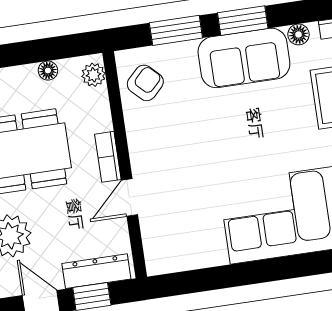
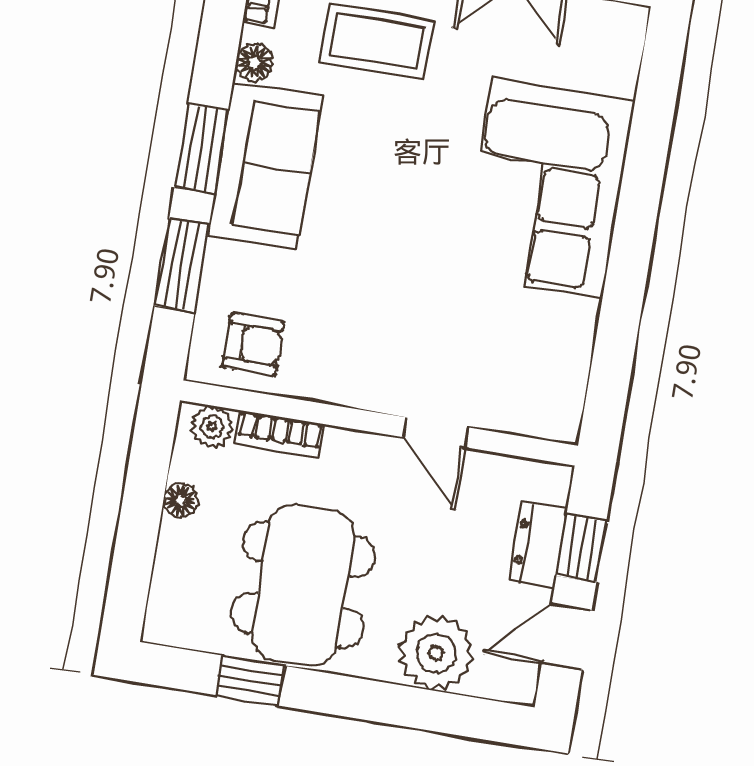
armchair: (145, 83) -> (253, 344), turned 135
bookcase: (108, 157) -> (280, 434), moved
dresser: (96, 271) -> (539, 545), width x0.70

